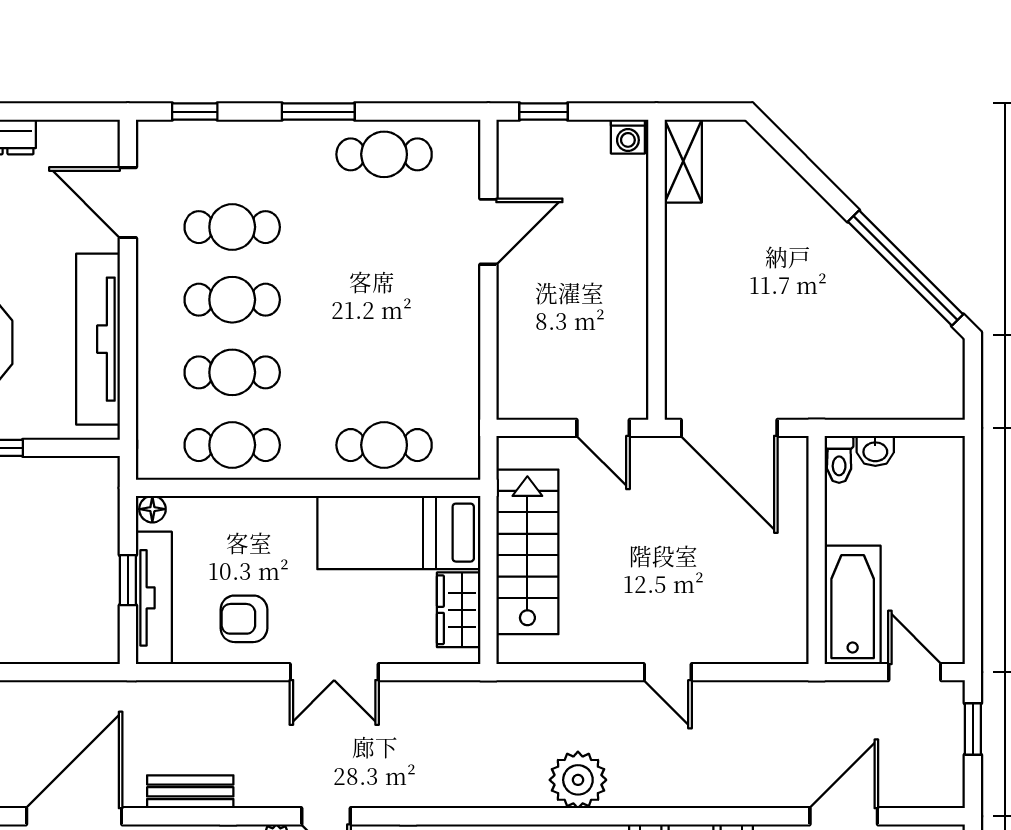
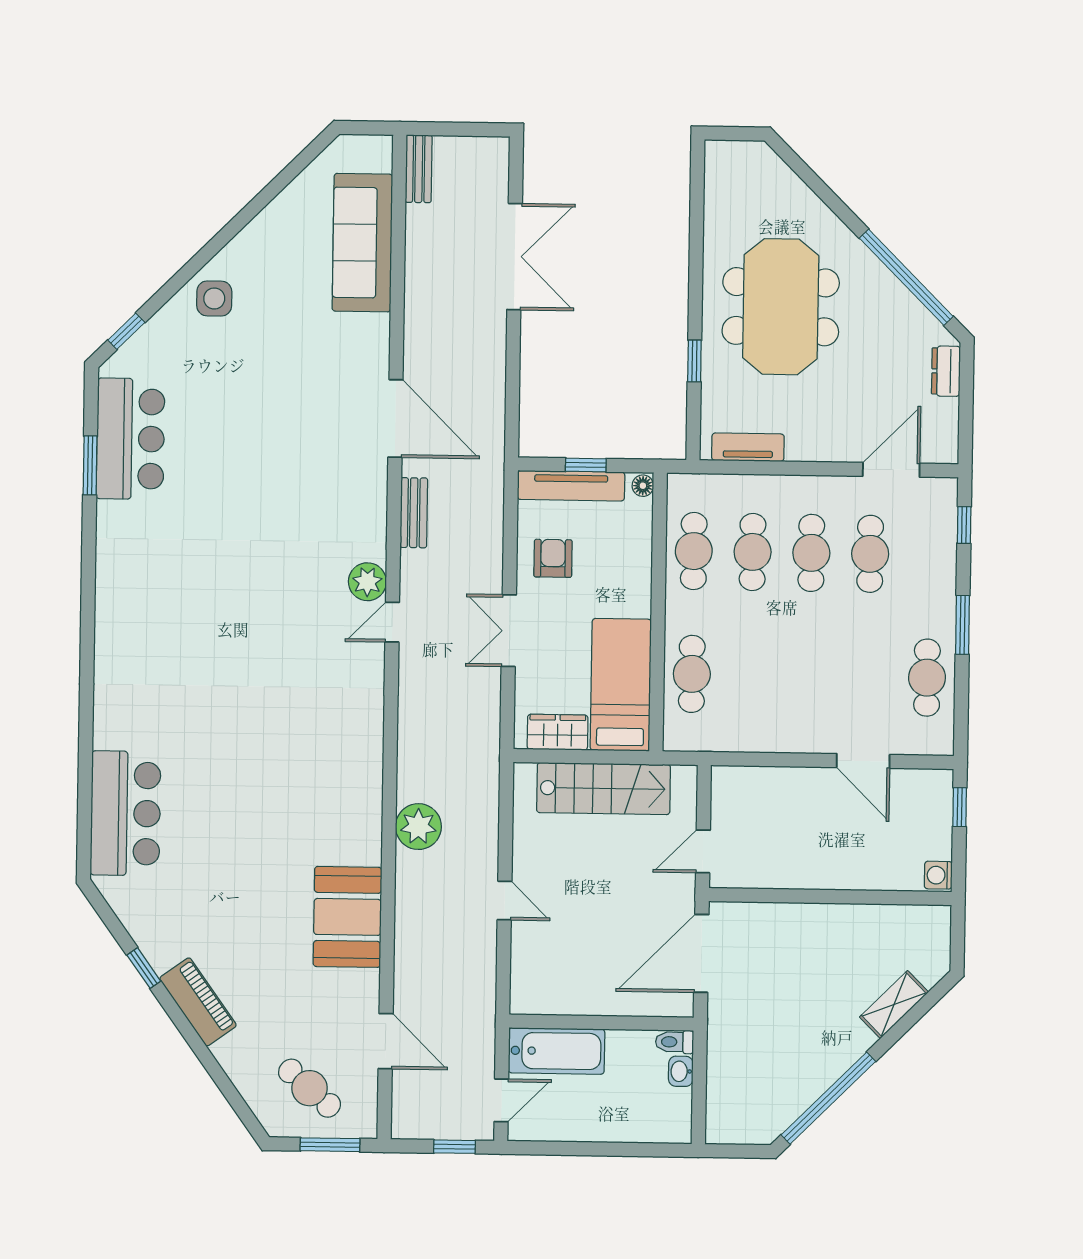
shelving: (683, 161) -> (894, 1005), moved, turned -45
tv unit: (98, 339) -> (748, 447), width x0.52, depth x0.78
door: (668, 672) -> (504, 901), swing flipped

